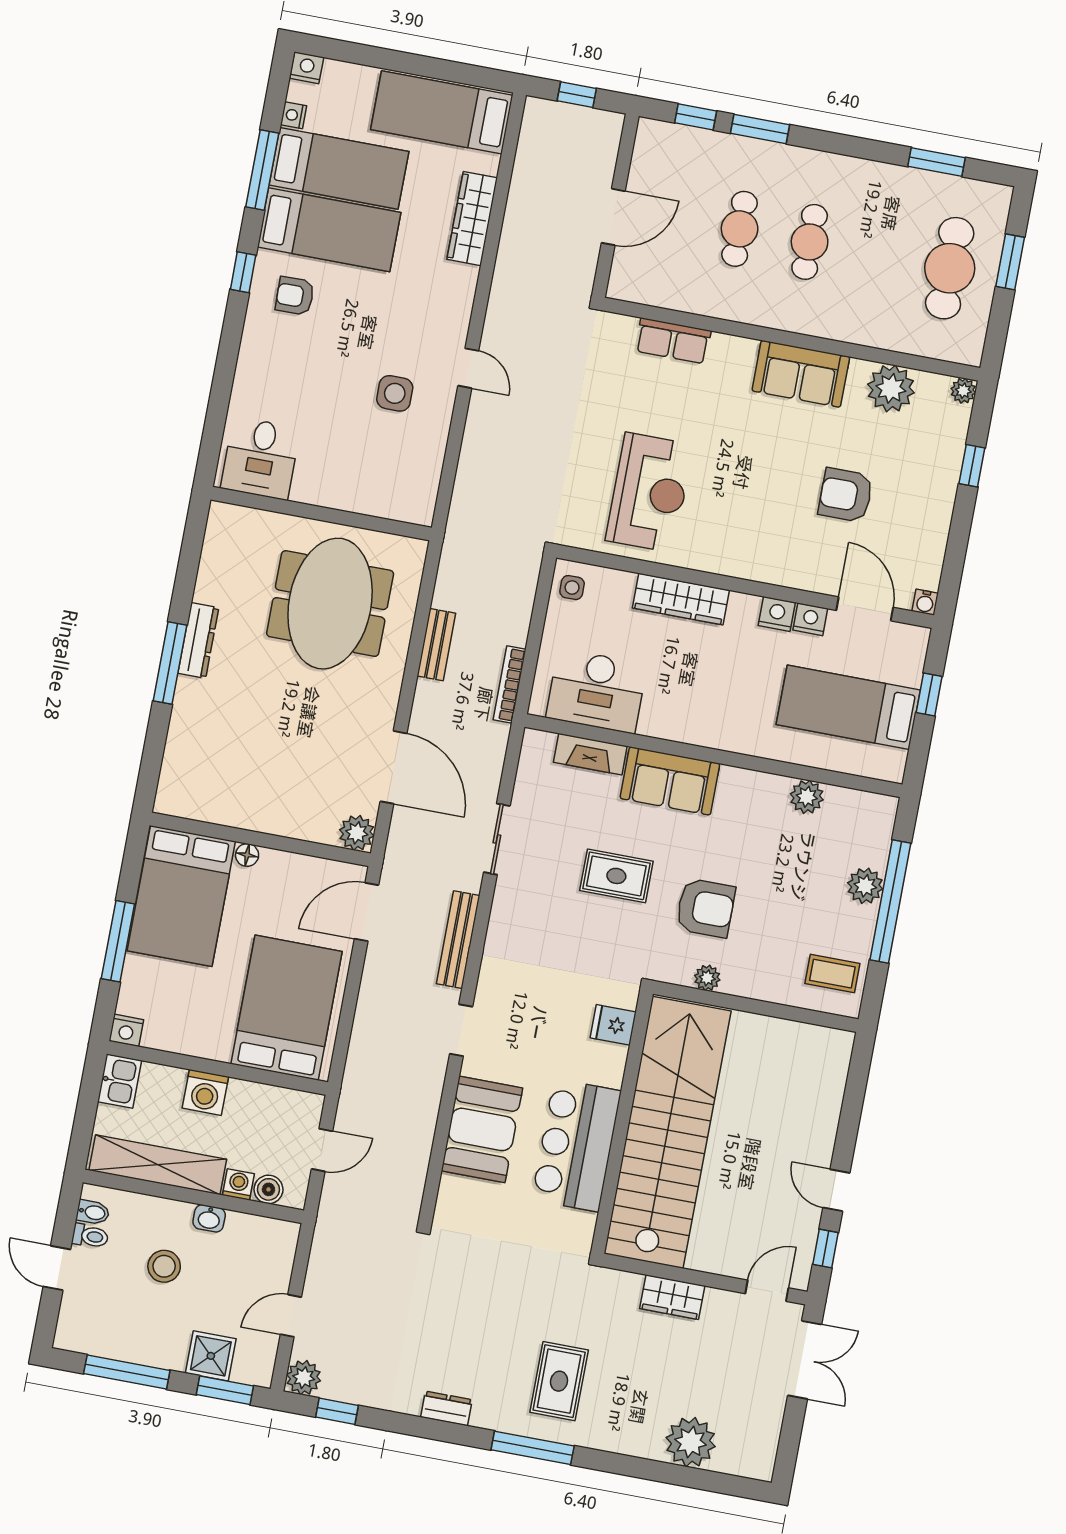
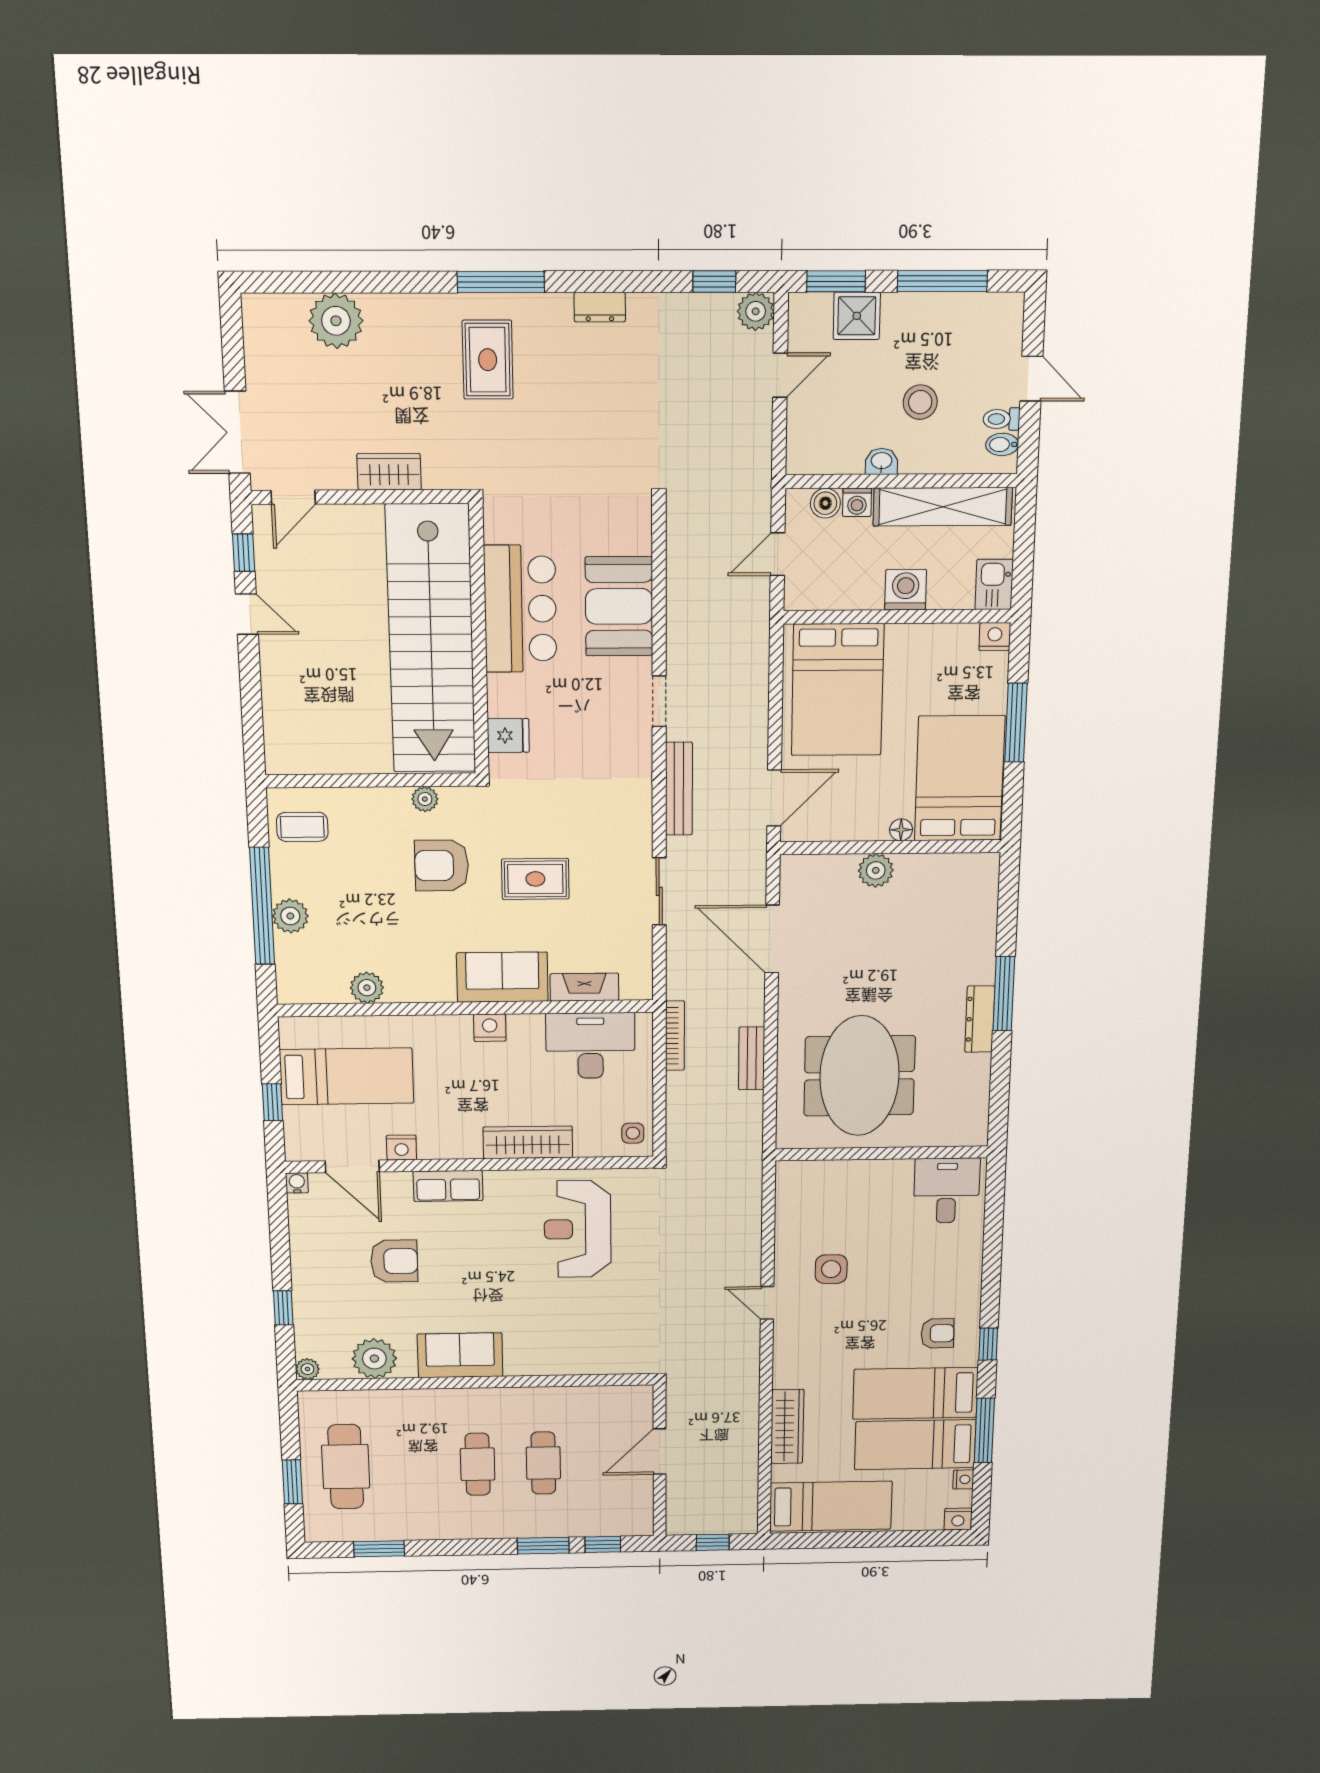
row of seats: (673, 341) -> (448, 1186), moved, turned 180
nightstand: (777, 614) -> (490, 1028), moved, turned 180
plant: (357, 833) -> (876, 870), moved

